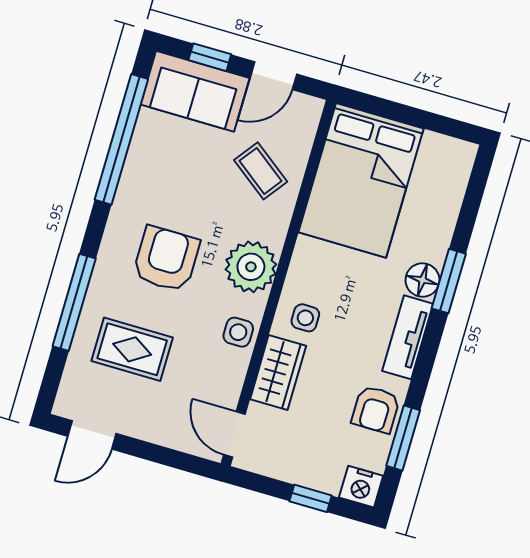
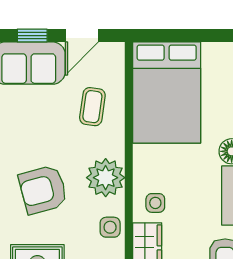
coffee table: (261, 171) -> (92, 107), turned 61
armchair: (166, 259) -> (43, 190), turned -105

